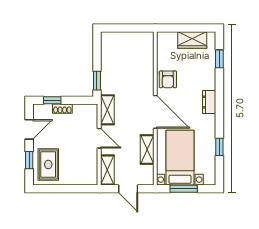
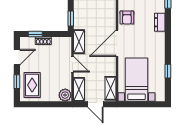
dresser: (209, 102) -> (160, 22), moved
door: (155, 112) -> (117, 43), swing flipped
shelving: (147, 149) -> (110, 88), moved
plant: (90, 177) -> (65, 95), added
window: (184, 189) -> (139, 104), removed

